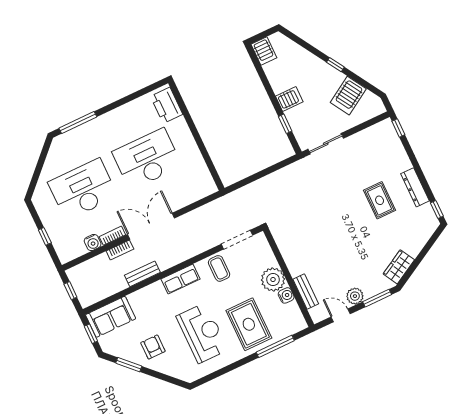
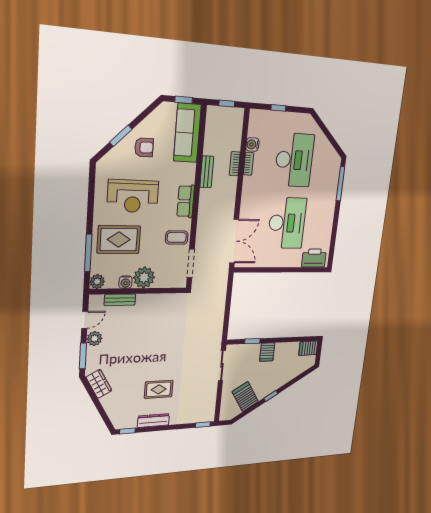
double door: (151, 226) -> (234, 241), moved
sofa: (111, 317) -> (187, 133), width x1.36
plant: (298, 323) -> (97, 282), added
window: (129, 365) -> (121, 136), moved

